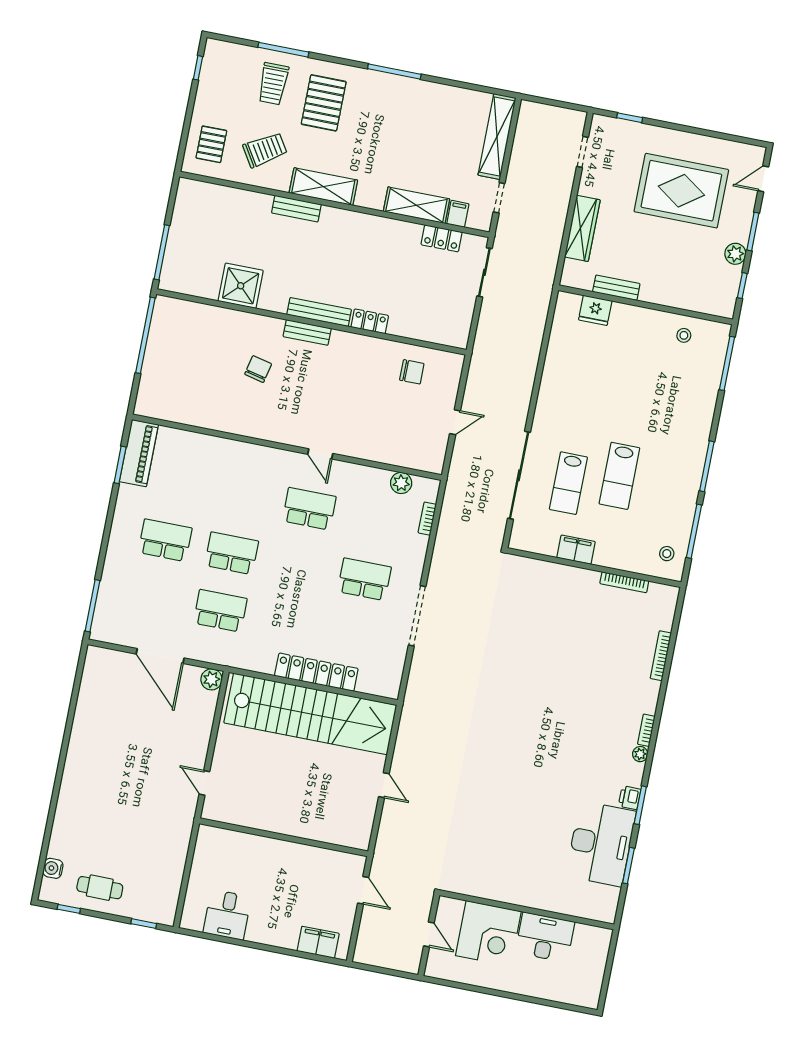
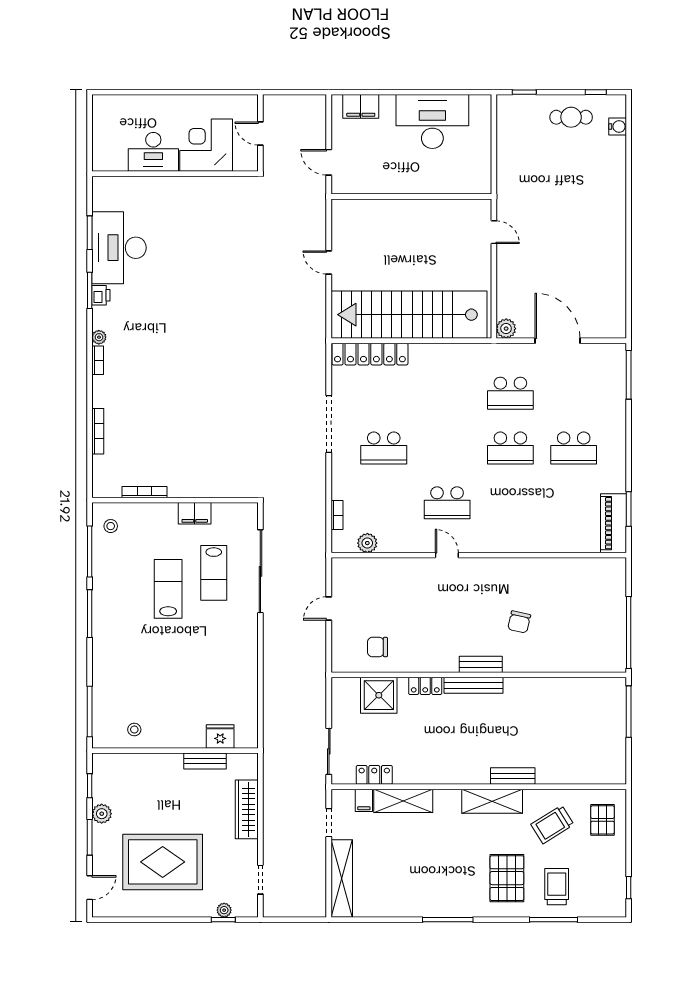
plant: (627, 127) -> (224, 910), added
shower: (241, 286) -> (379, 695), moved
lab bench: (568, 483) -> (214, 573), turned 180
locker: (316, 672) -> (370, 354), moved
desk: (227, 915) -> (432, 122), width x1.87, depth x1.30

